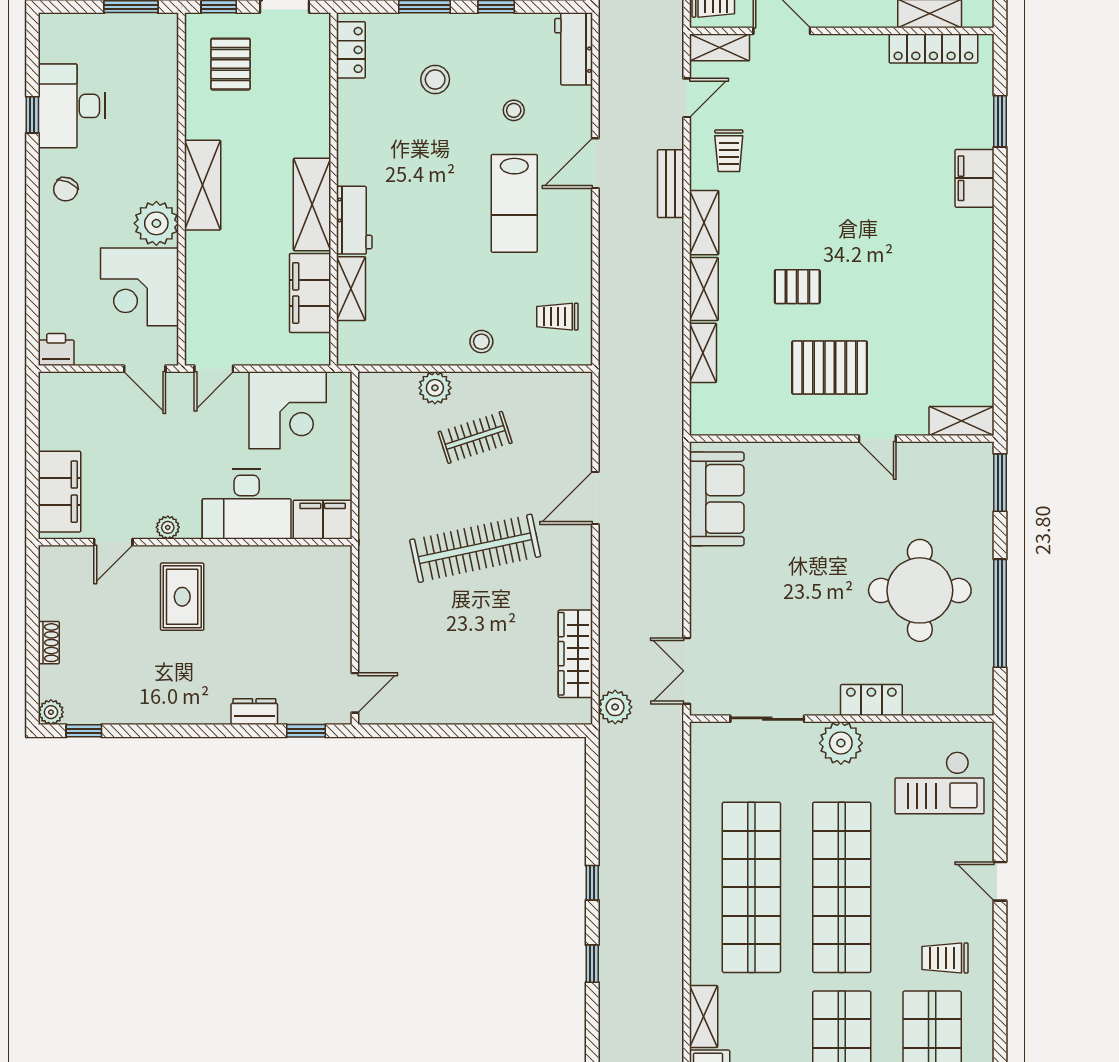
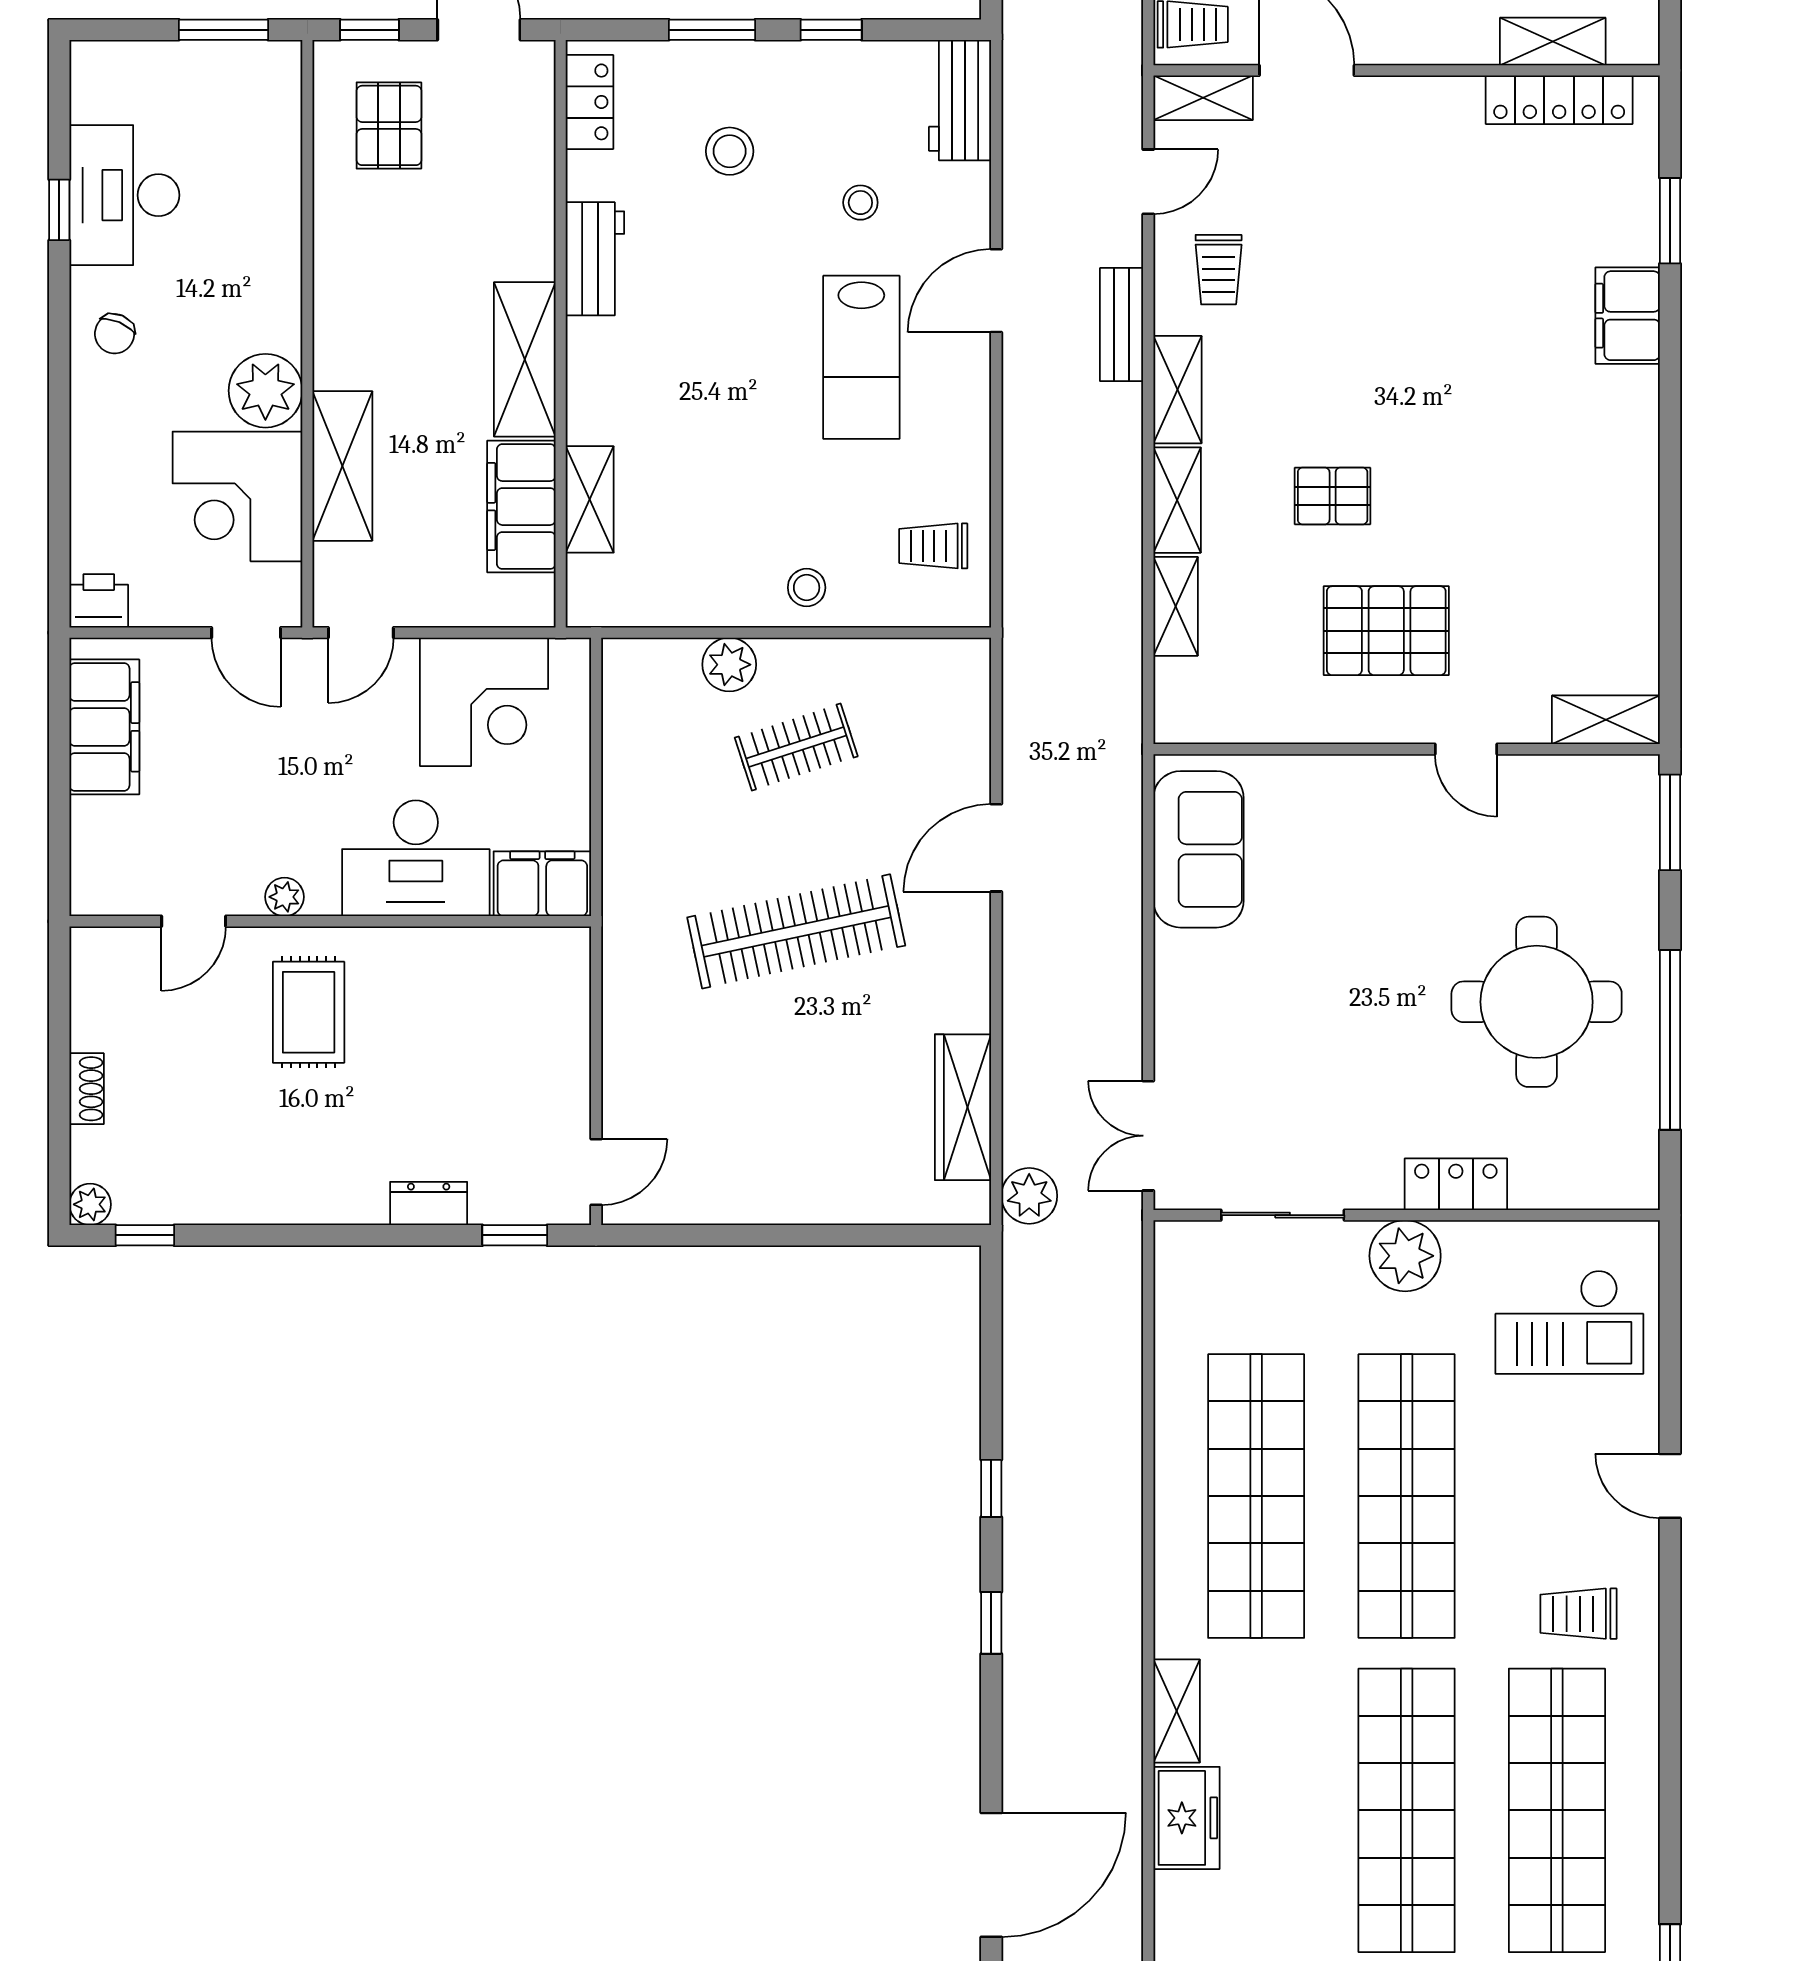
shelving: (203, 185) -> (342, 466), moved
workbench: (354, 220) -> (595, 259), moved
filing cabinet: (60, 492) -> (104, 727), moved

